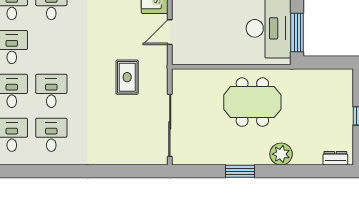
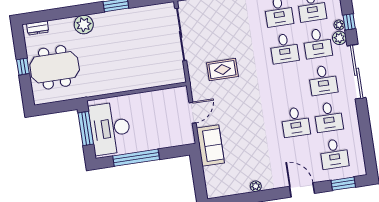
rug: (127, 77) -> (222, 70), turned 90
meeting table: (252, 102) -> (55, 67), moved

